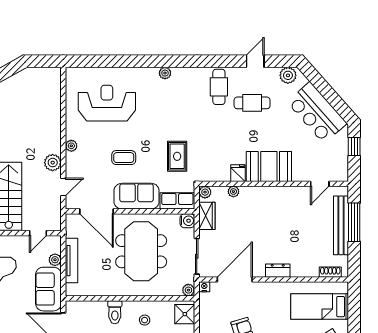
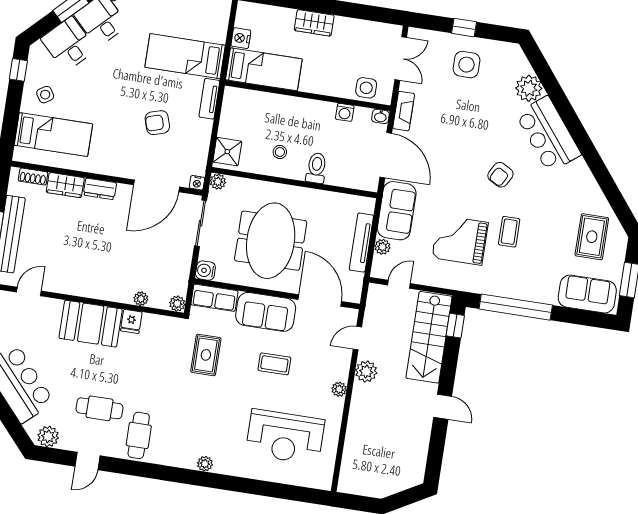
wardrobe: (207, 216) -> (65, 185), moved, turned -90

